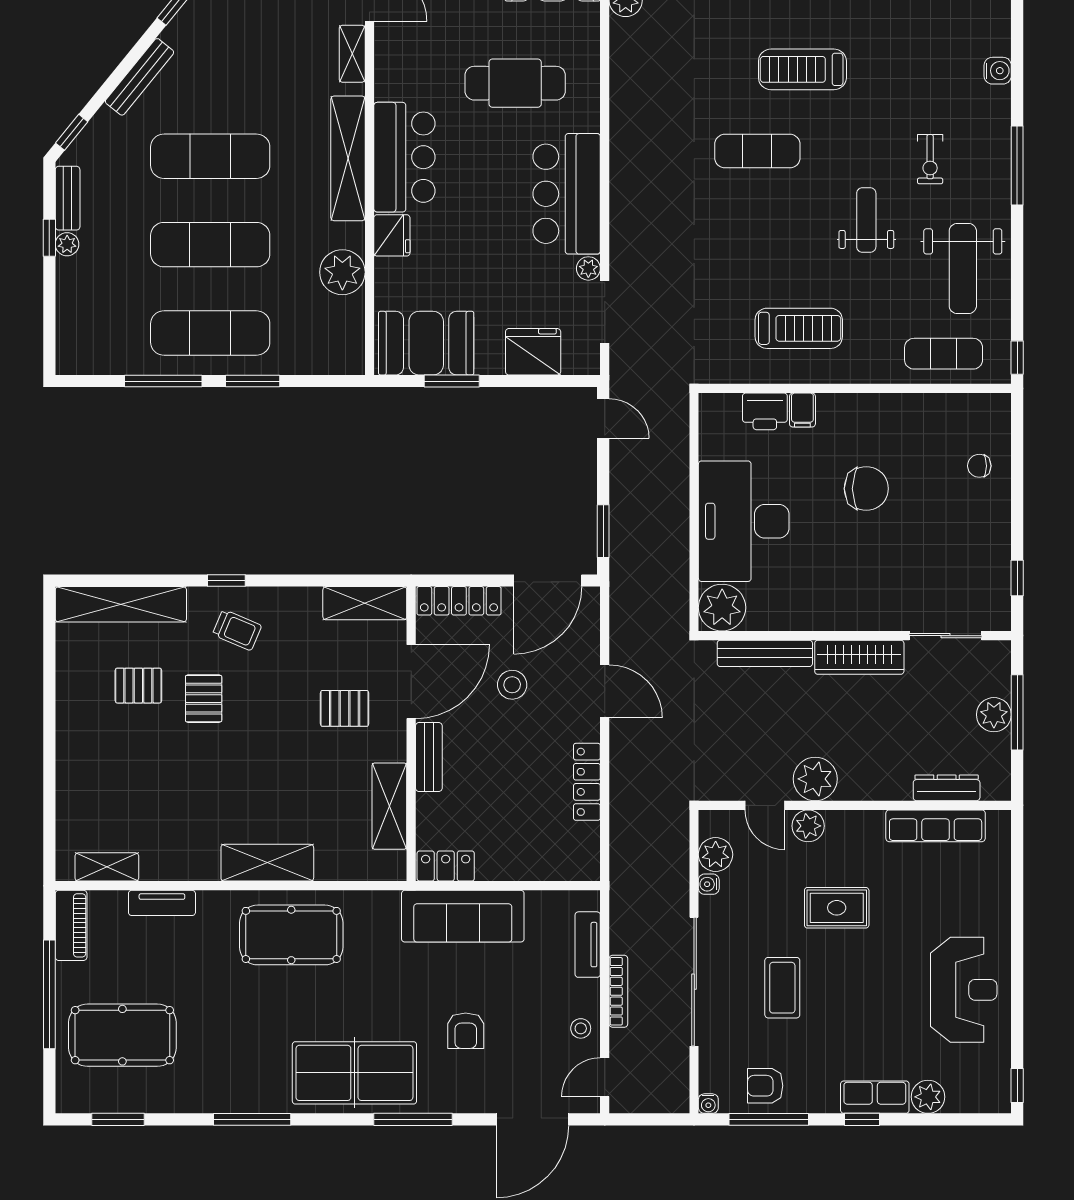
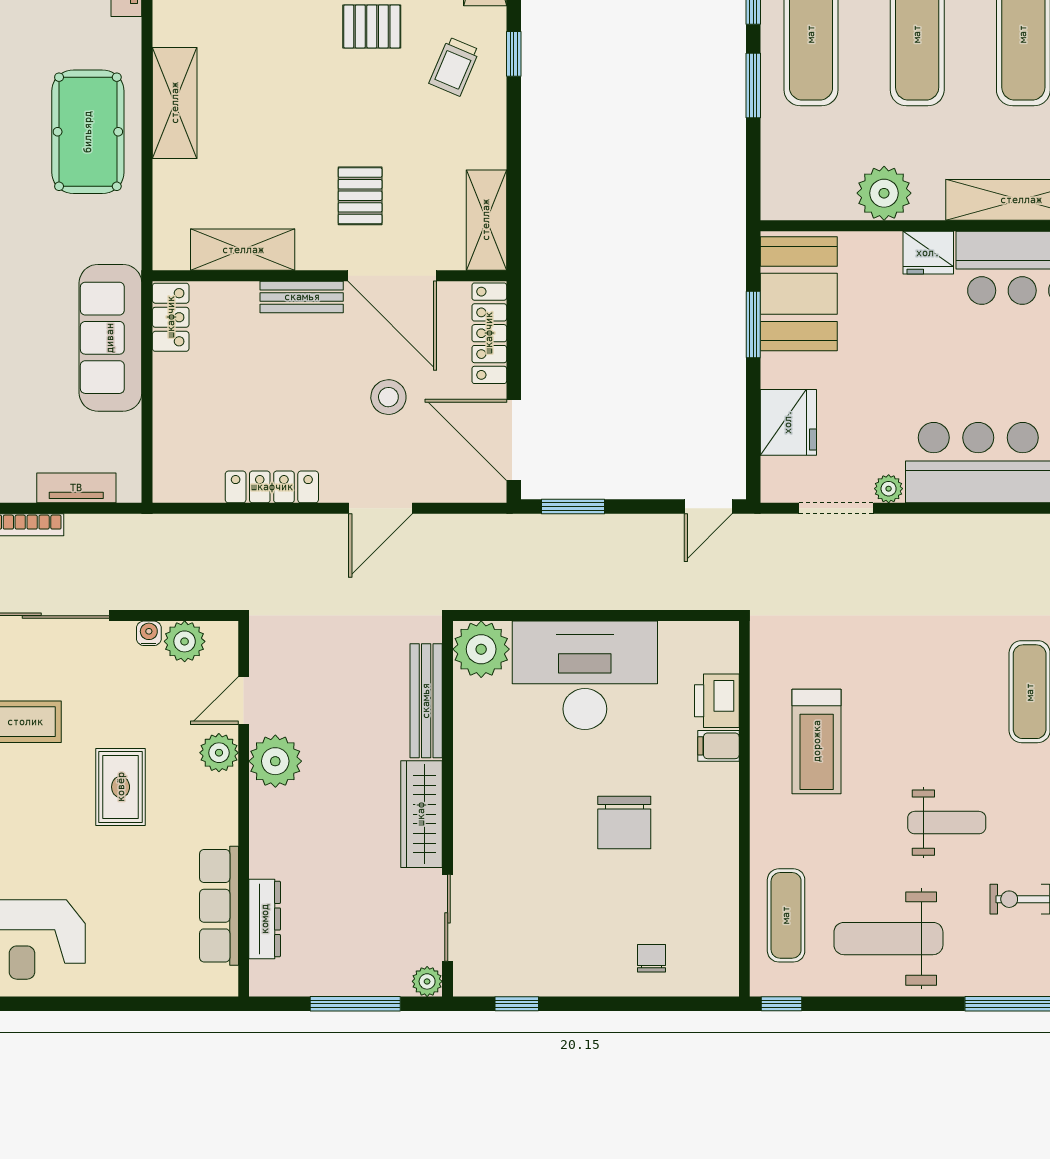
plant: (994, 715) -> (427, 981), moved, width x0.73, depth x0.73

